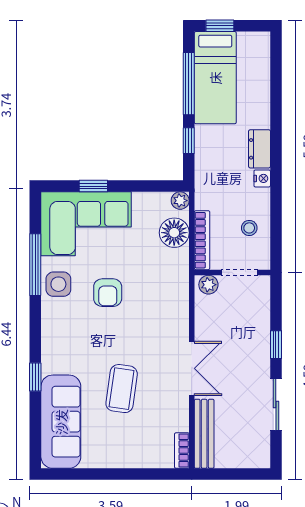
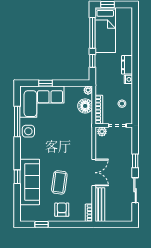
armchair: (108, 293) -> (62, 210), moved, turned 180
sofa: (61, 422) -> (30, 182), moved
window: (85, 474) -> (41, 224), added

